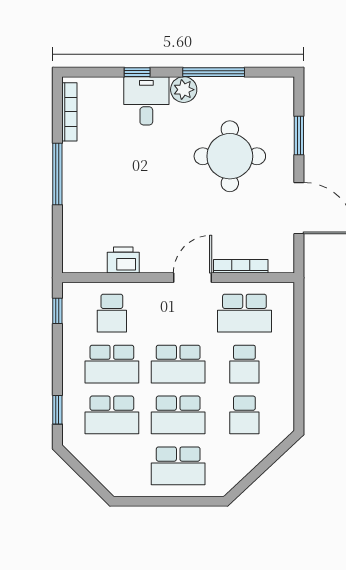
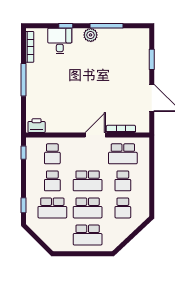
desk: (146, 101) -> (60, 41), moved
round table: (230, 156) -> (115, 70), removed
printer: (123, 260) -> (37, 126), moved
school desk: (112, 364) -> (52, 181), width x0.54

